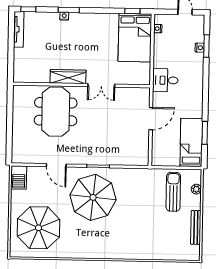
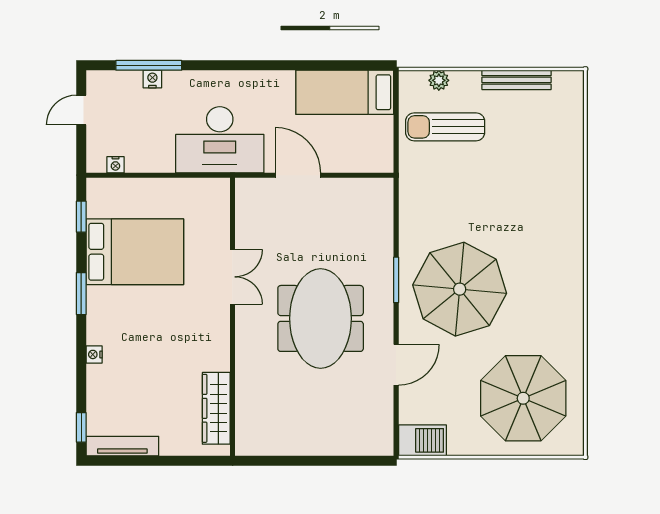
window: (69, 10) -> (81, 294), moved
bed: (135, 38) -> (135, 252), moved
window: (206, 46) -> (149, 65), width x1.44
wardrobe: (68, 77) -> (216, 408), moved
desk: (165, 80) -> (220, 140), width x1.87, depth x1.30
meeting table: (56, 112) -> (321, 318), moved, turned 90
window: (205, 133) -> (325, 65), removed

